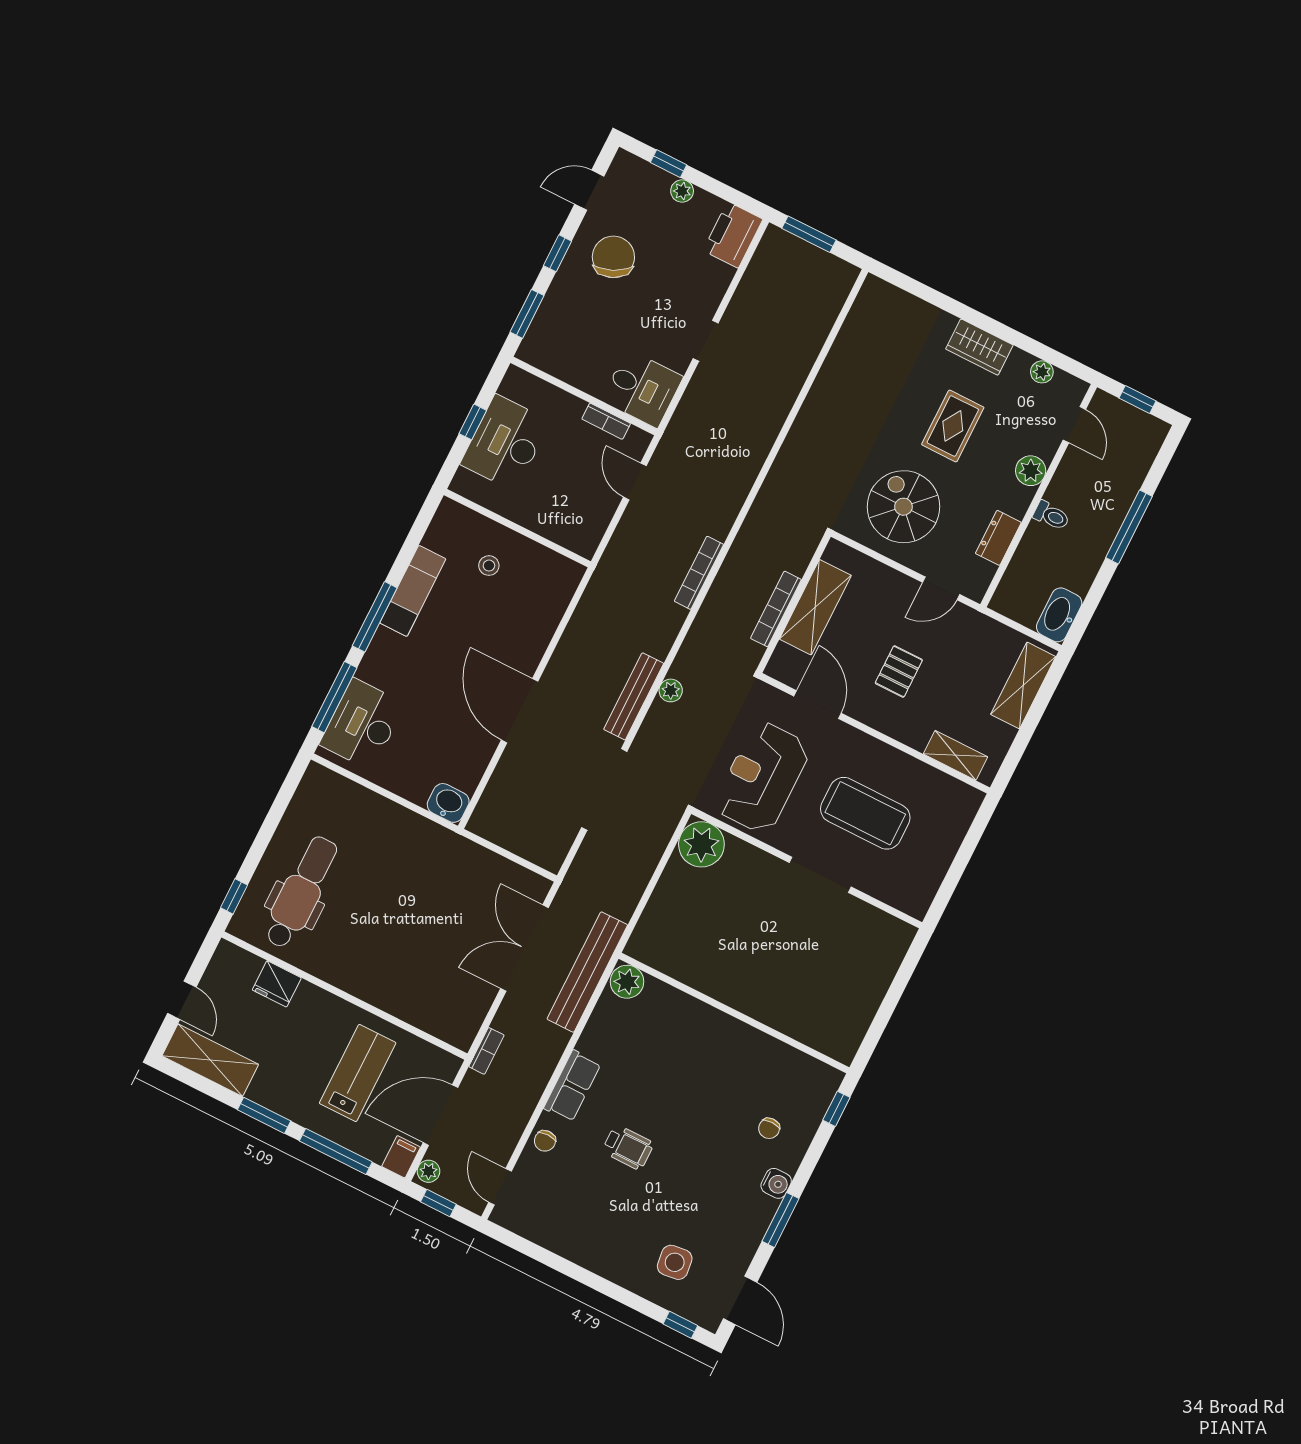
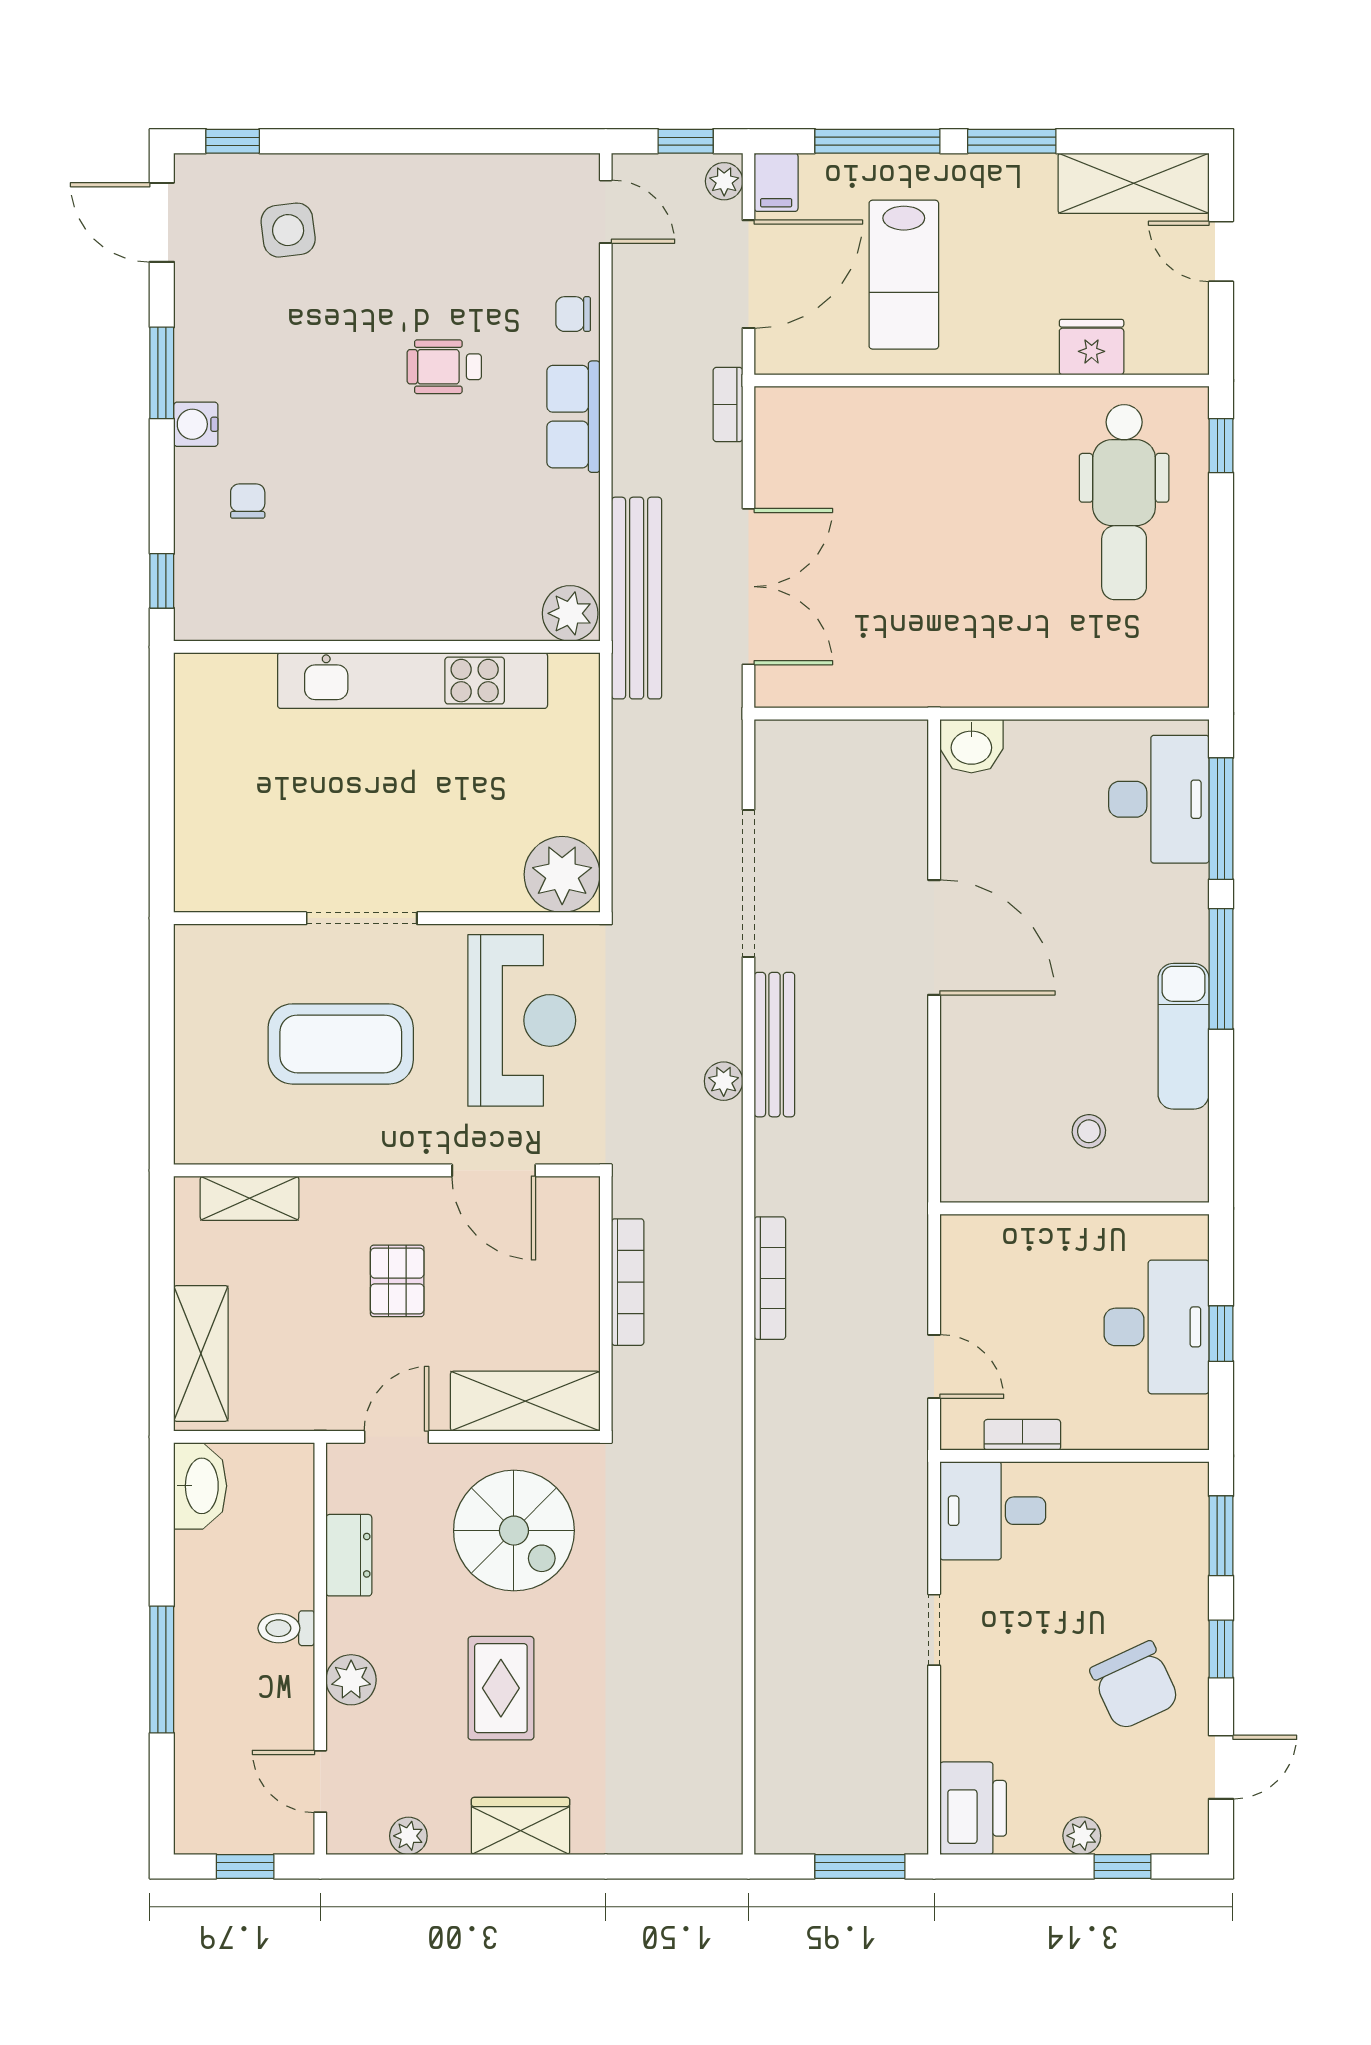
shelving: (815, 607) -> (525, 1401), moved, turned 90
kitchen unit: (729, 988) -> (413, 681), added
chair: (545, 1141) -> (573, 314), turned -90

